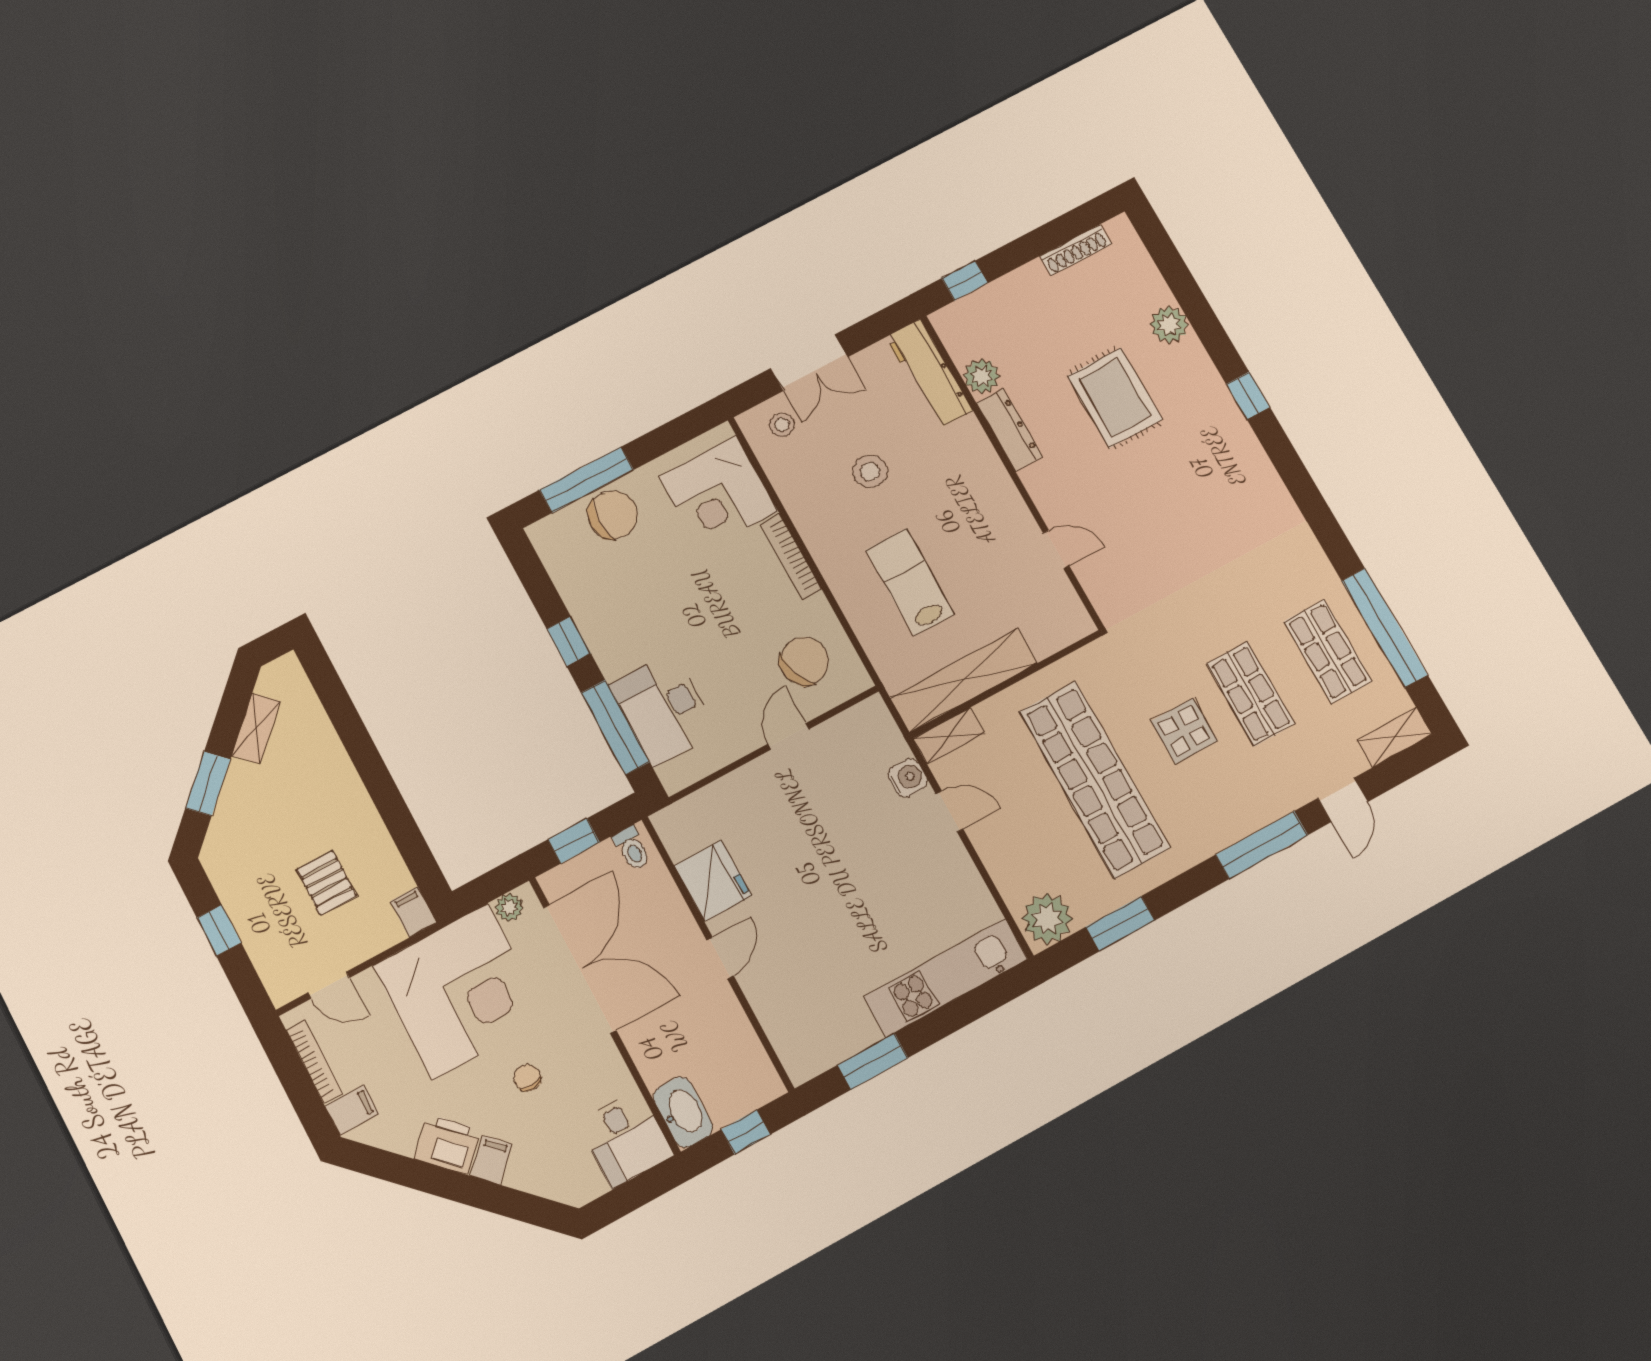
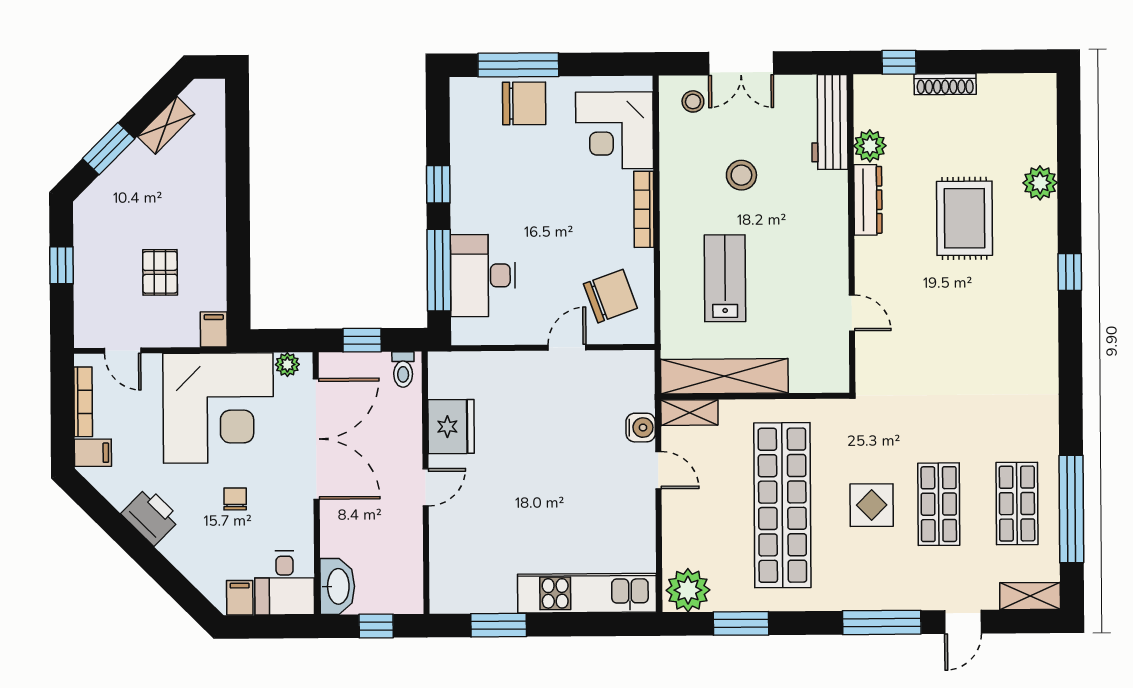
shoe rack: (1075, 250) -> (945, 84), moved
filing cabinet: (491, 1160) -> (240, 598), moved, turned -45

